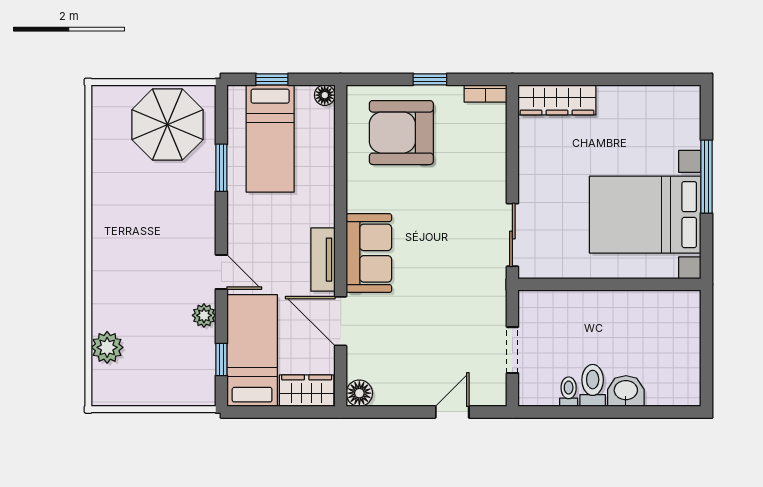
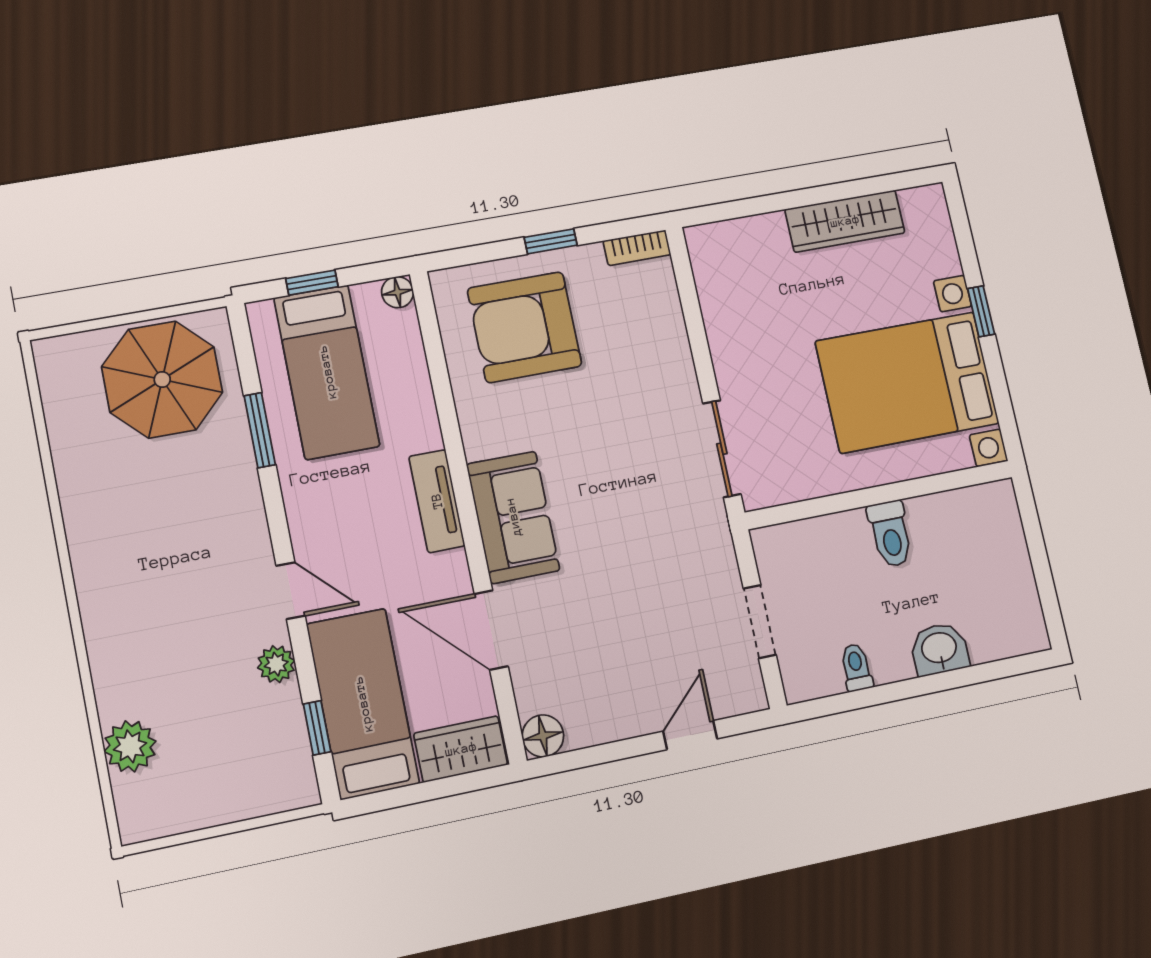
wardrobe: (557, 100) -> (845, 221), moved
window: (706, 177) -> (981, 311), width x0.46
tv unit: (323, 260) -> (437, 501), moved
toilet: (593, 385) -> (890, 534), moved, turned 180

